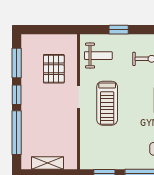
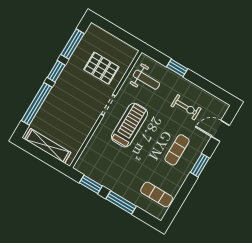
pallet: (54, 69) -> (101, 68), turned 90
treadmill: (107, 103) -> (129, 125), turned 180
shelving: (47, 163) -> (48, 146), width x1.47

